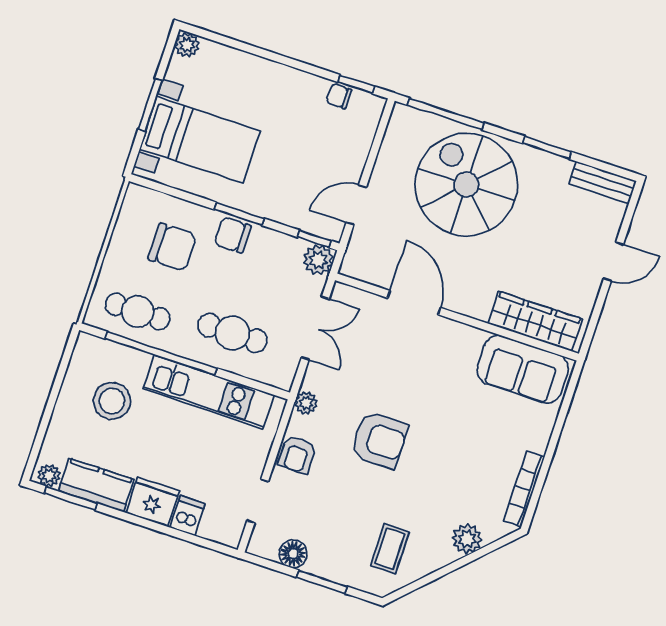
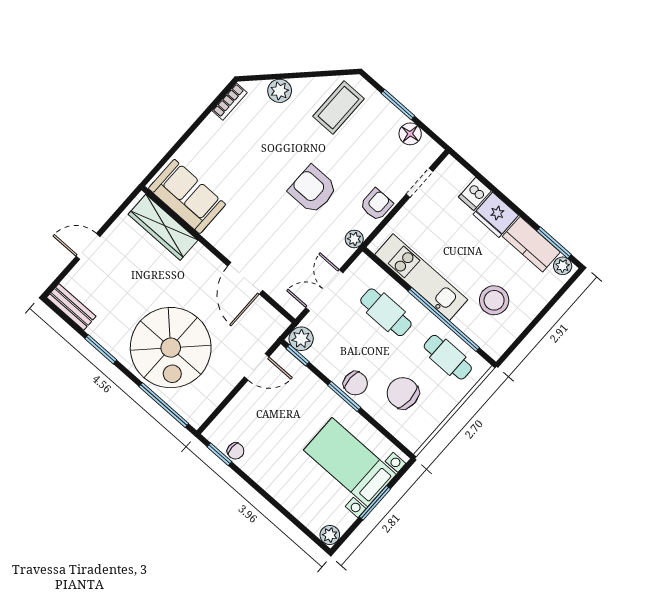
bookcase: (524, 489) -> (230, 102), width x0.64
coffee table: (390, 549) -> (339, 108), width x1.36, depth x1.30

